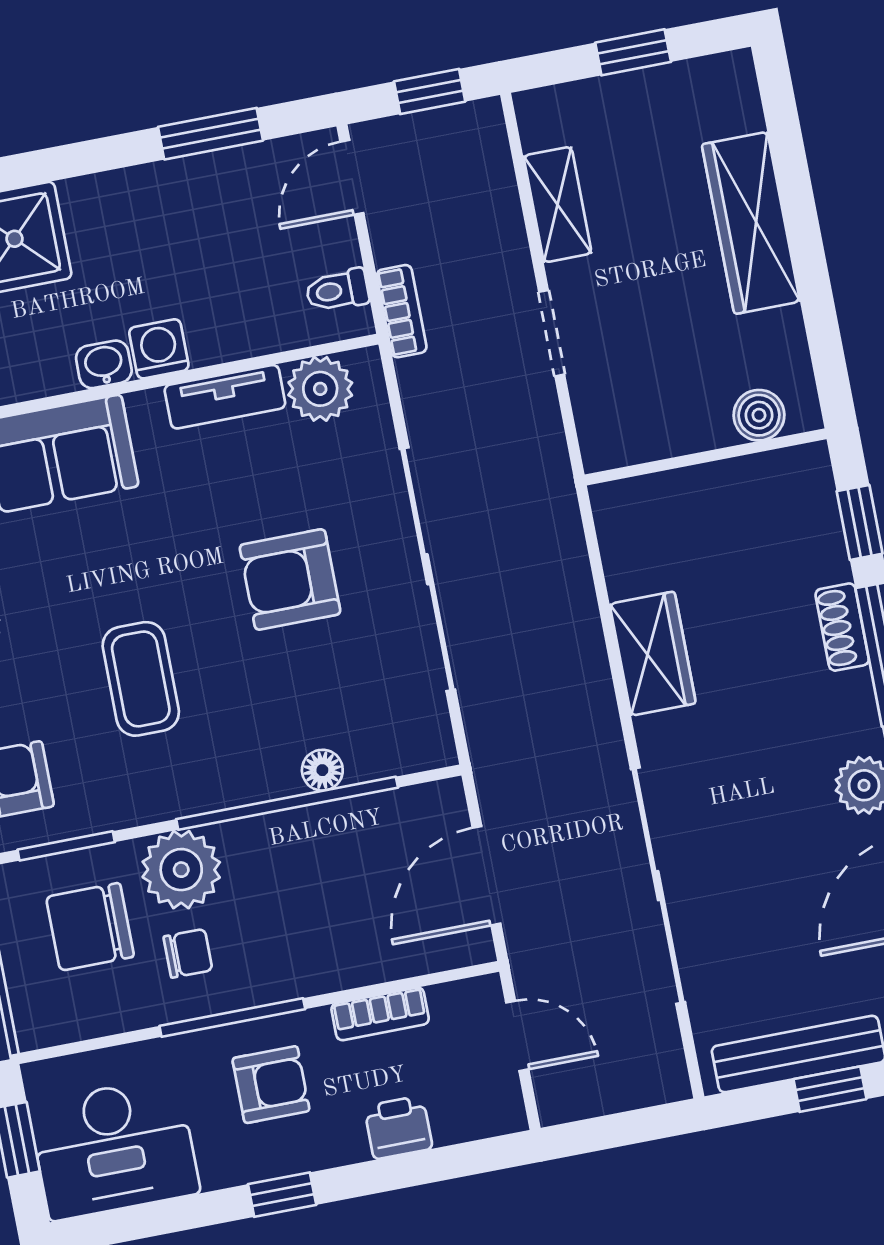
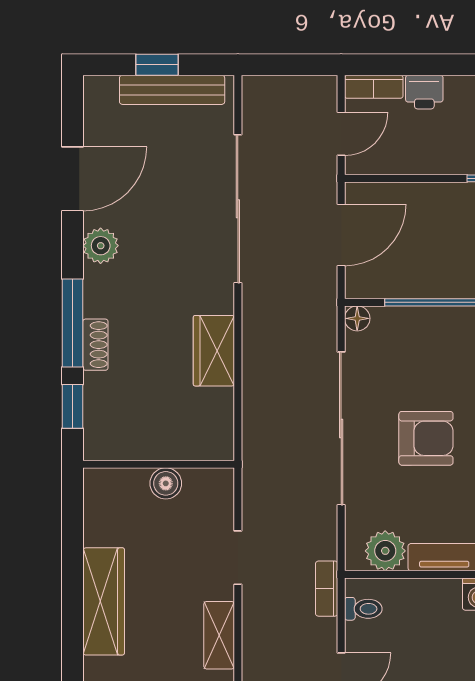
boiler: (759, 415) -> (166, 483), moved
floor lamp: (322, 770) -> (357, 318), moved
bookcase: (380, 1014) -> (374, 87), moved, turned 180
door: (517, 1036) -> (341, 134), swing flipped

